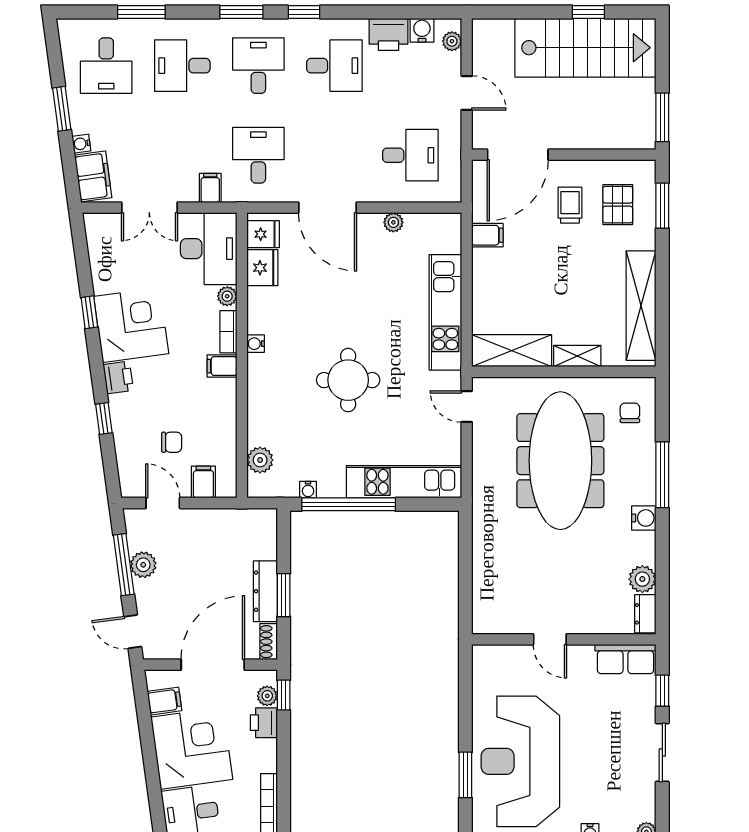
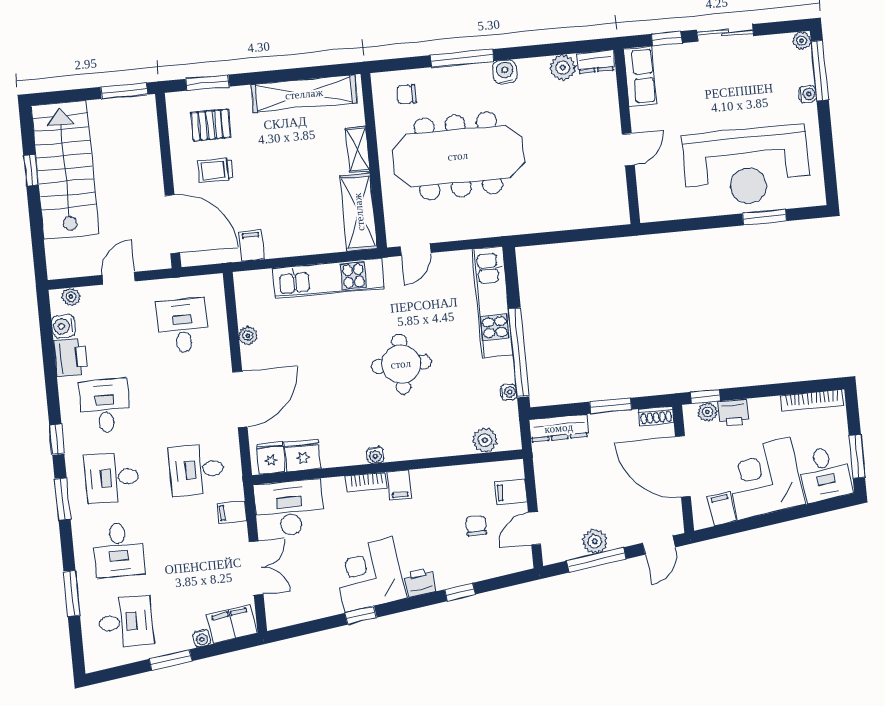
plant: (227, 296) -> (333, 486), removed
dresser: (265, 591) -> (559, 428), moved

